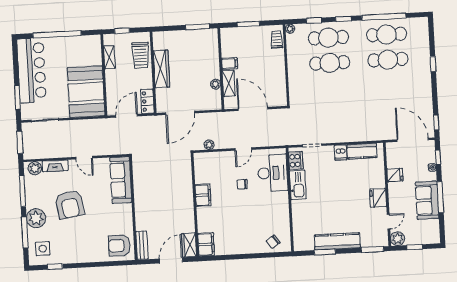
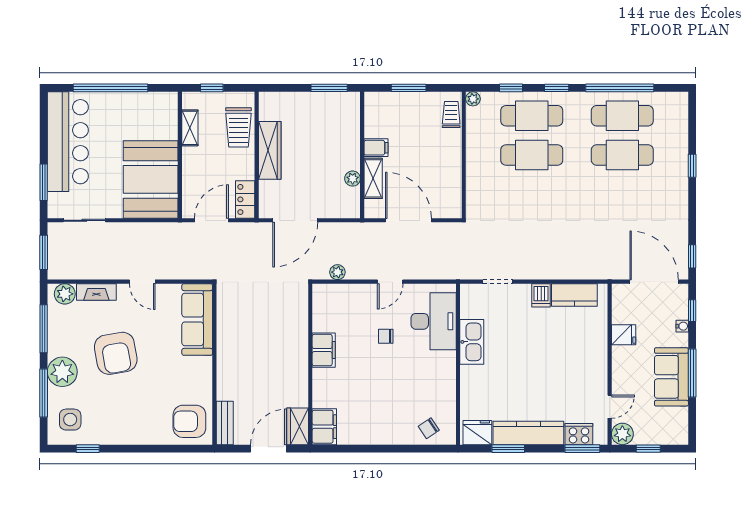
cooker: (296, 161) -> (579, 434), moved, turned -90
fridge: (378, 198) -> (477, 433), moved, turned 90

